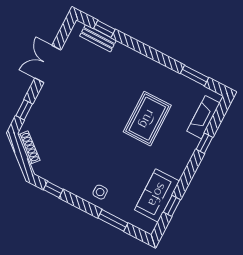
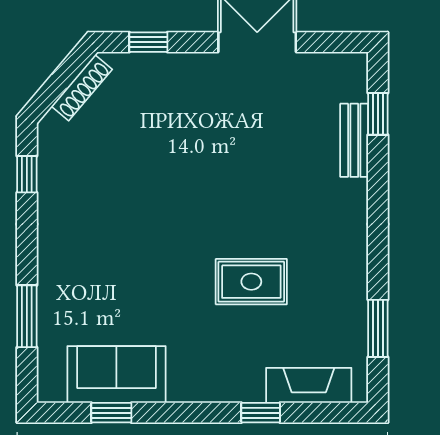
bench: (98, 38) -> (354, 140), moved
rug: (147, 119) -> (251, 282), width x0.73, depth x0.70
side table: (100, 192) -> (68, 265), removed

